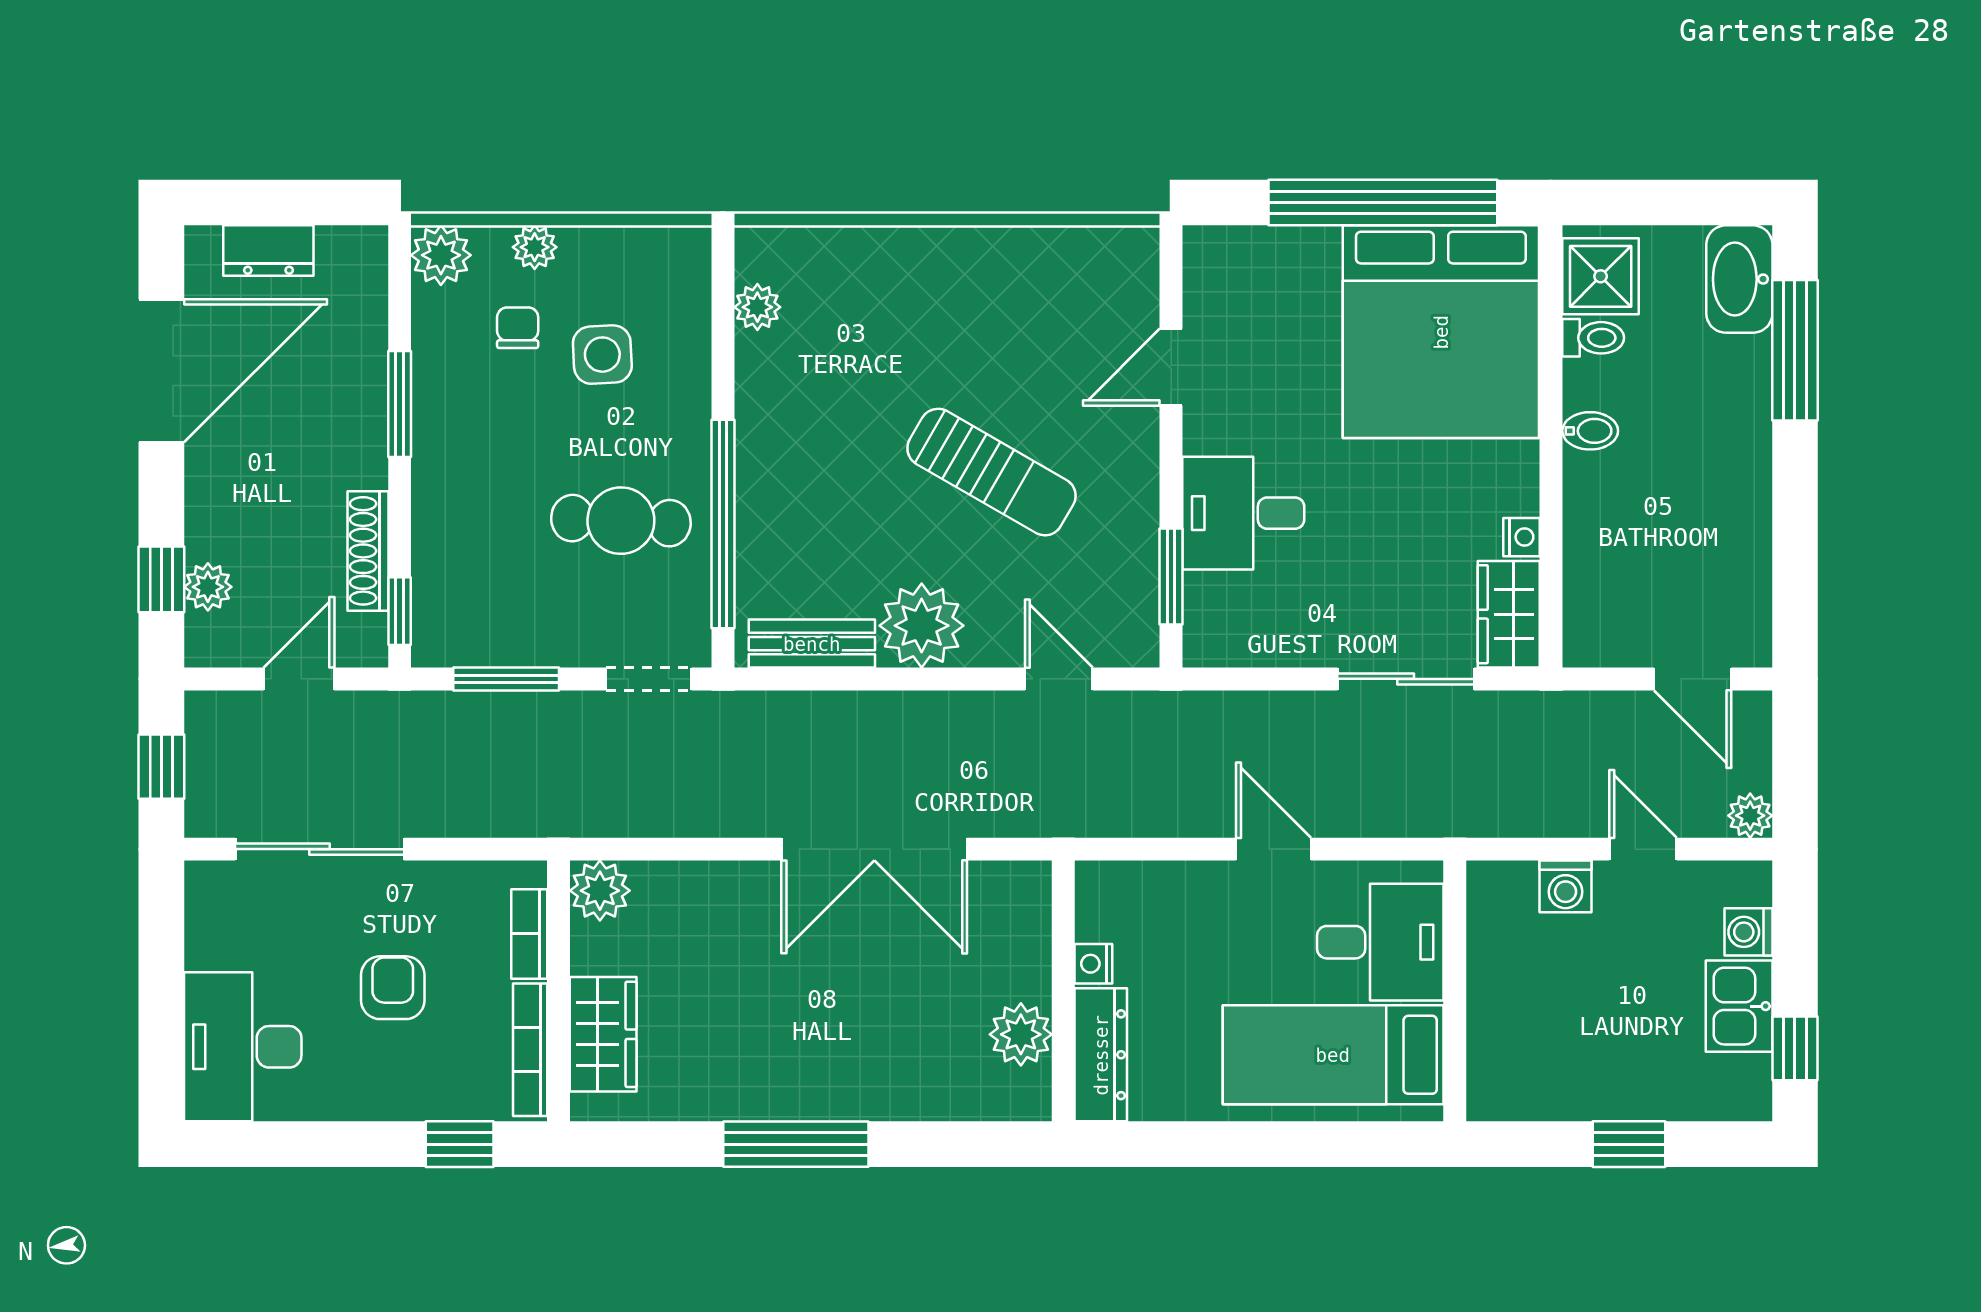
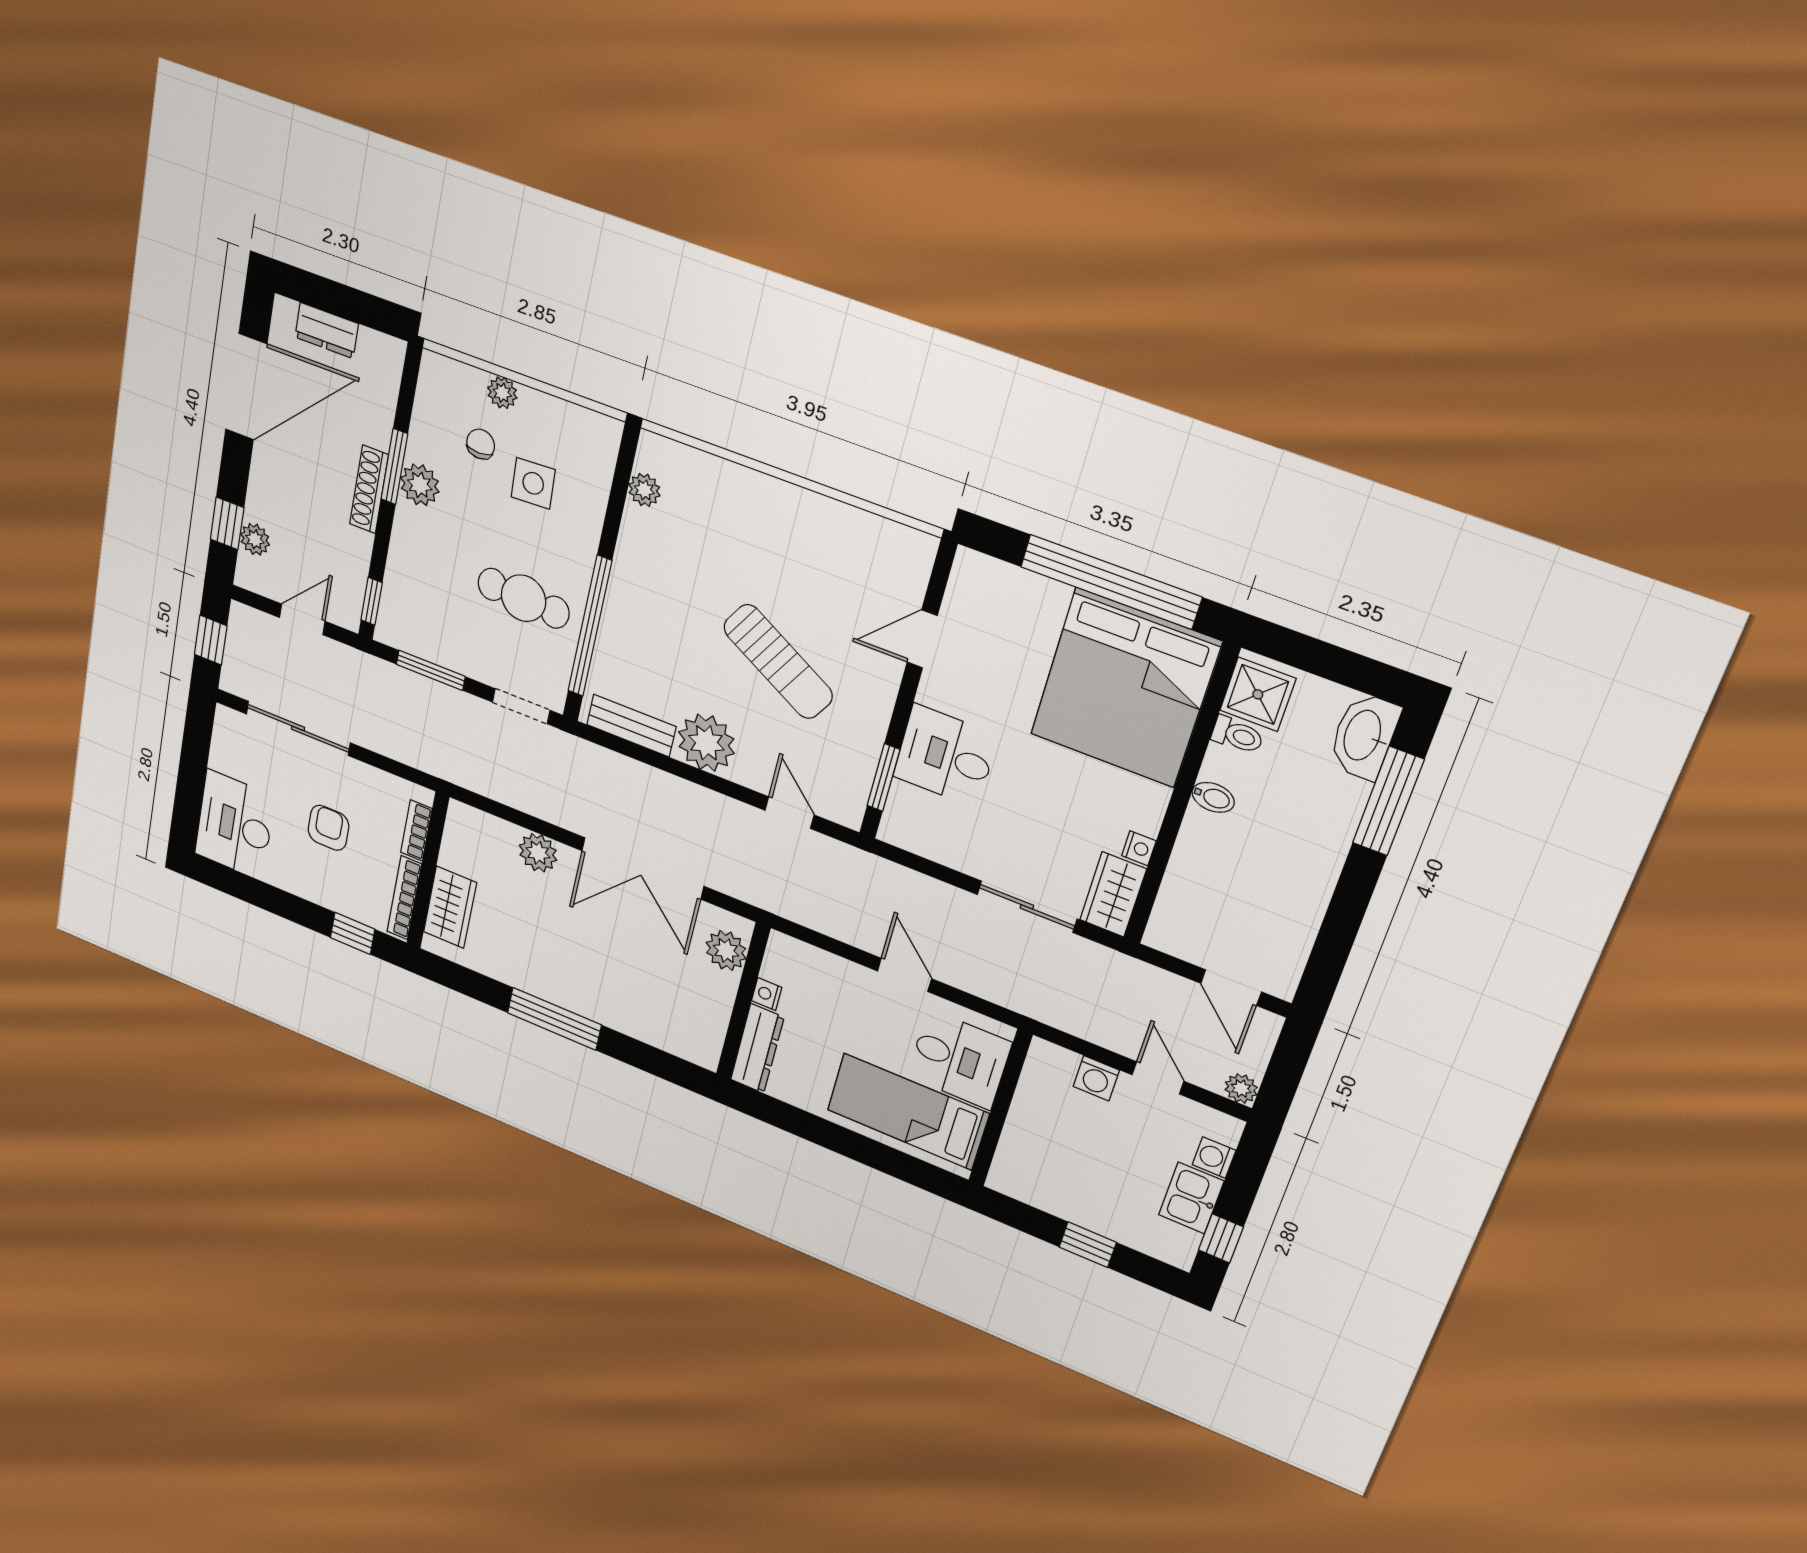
plant: (441, 255) -> (420, 485), moved
shoe rack: (368, 551) -> (369, 489), moved
plant: (600, 891) -> (538, 853), moved
plant: (1021, 1034) -> (726, 951), moved

